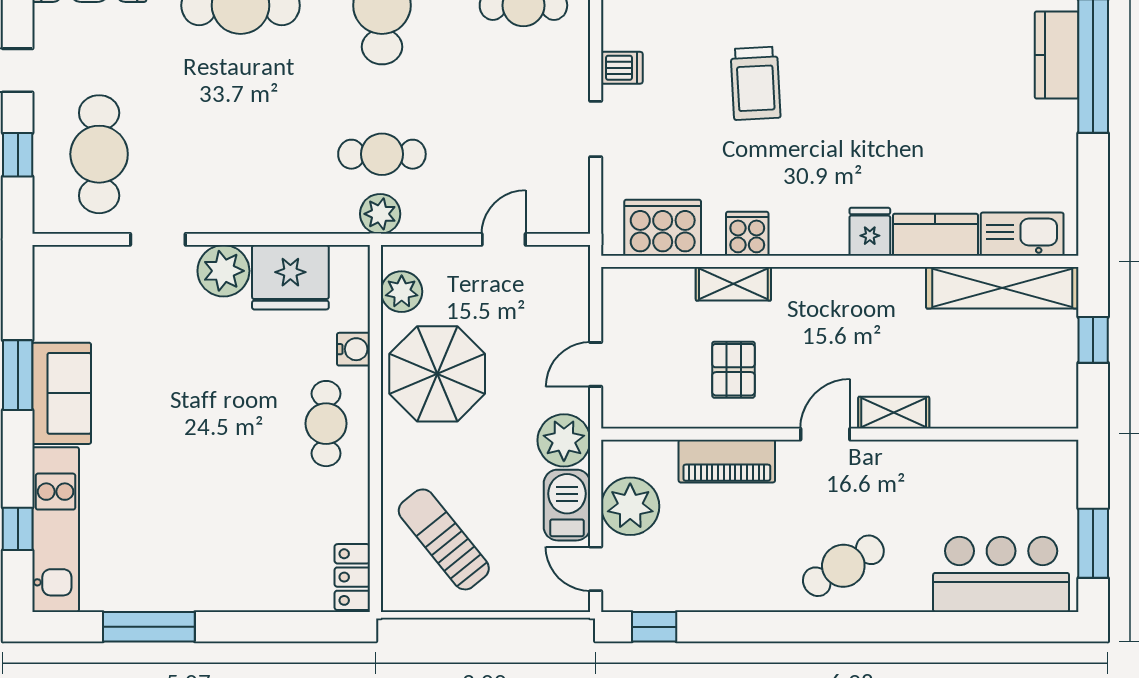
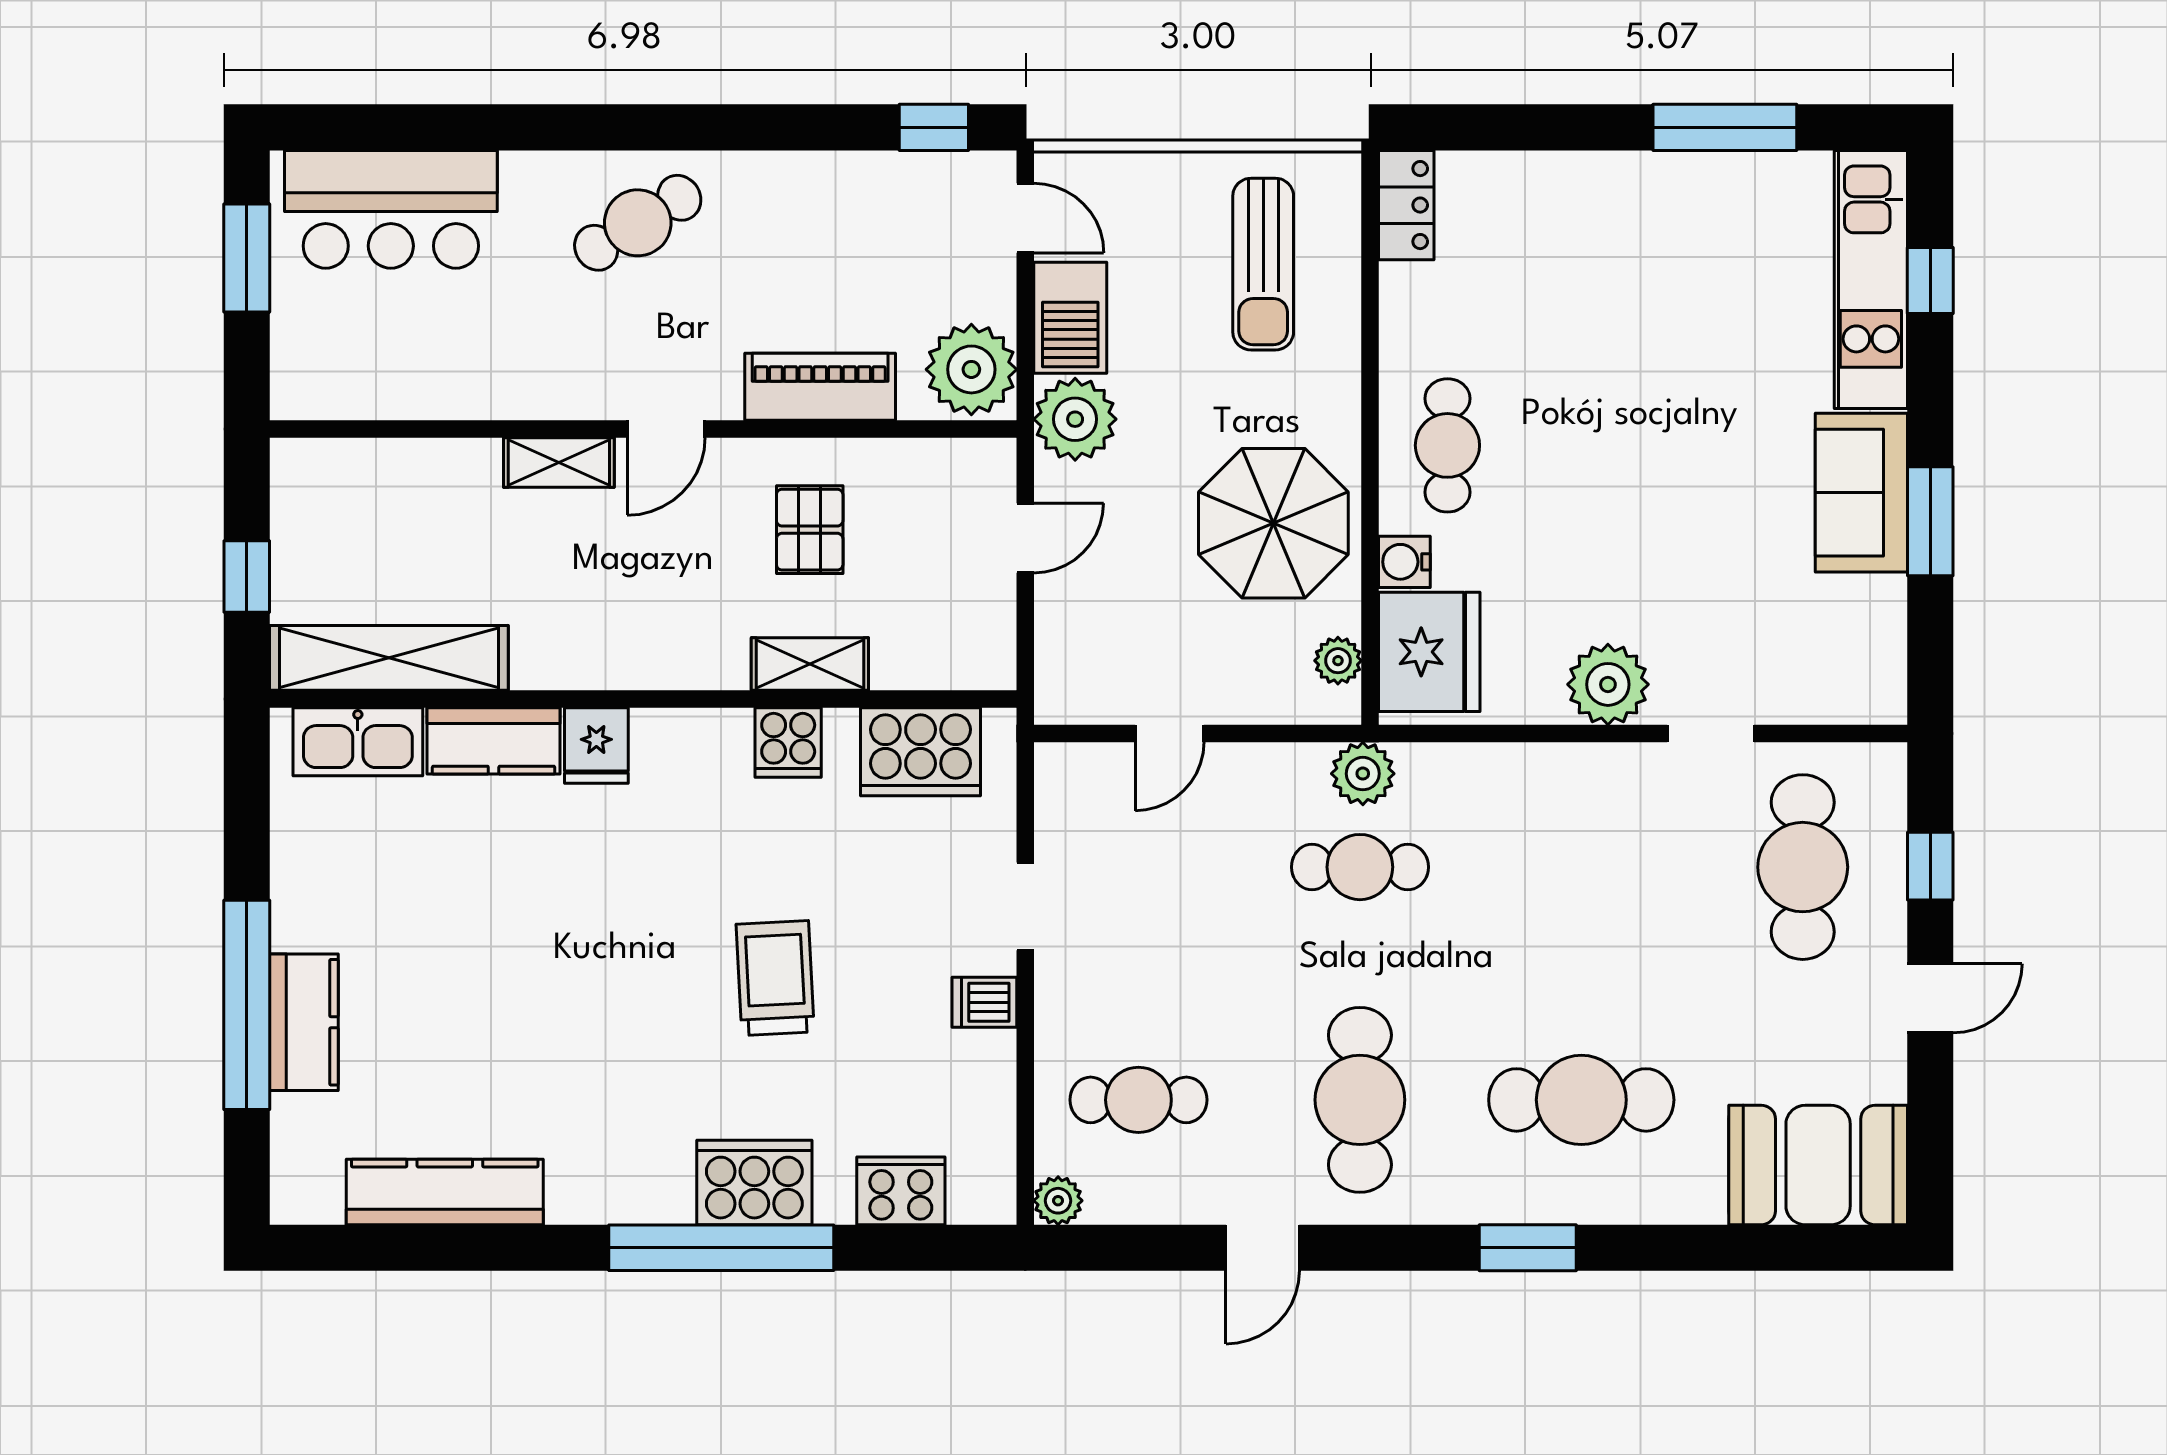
fridge: (290, 277) -> (1429, 652), moved, turned 90
plant: (402, 292) -> (1338, 661), width x0.73, depth x0.73
plant: (630, 506) -> (971, 369), moved
sun lounger: (444, 539) -> (1263, 264), turned 39

